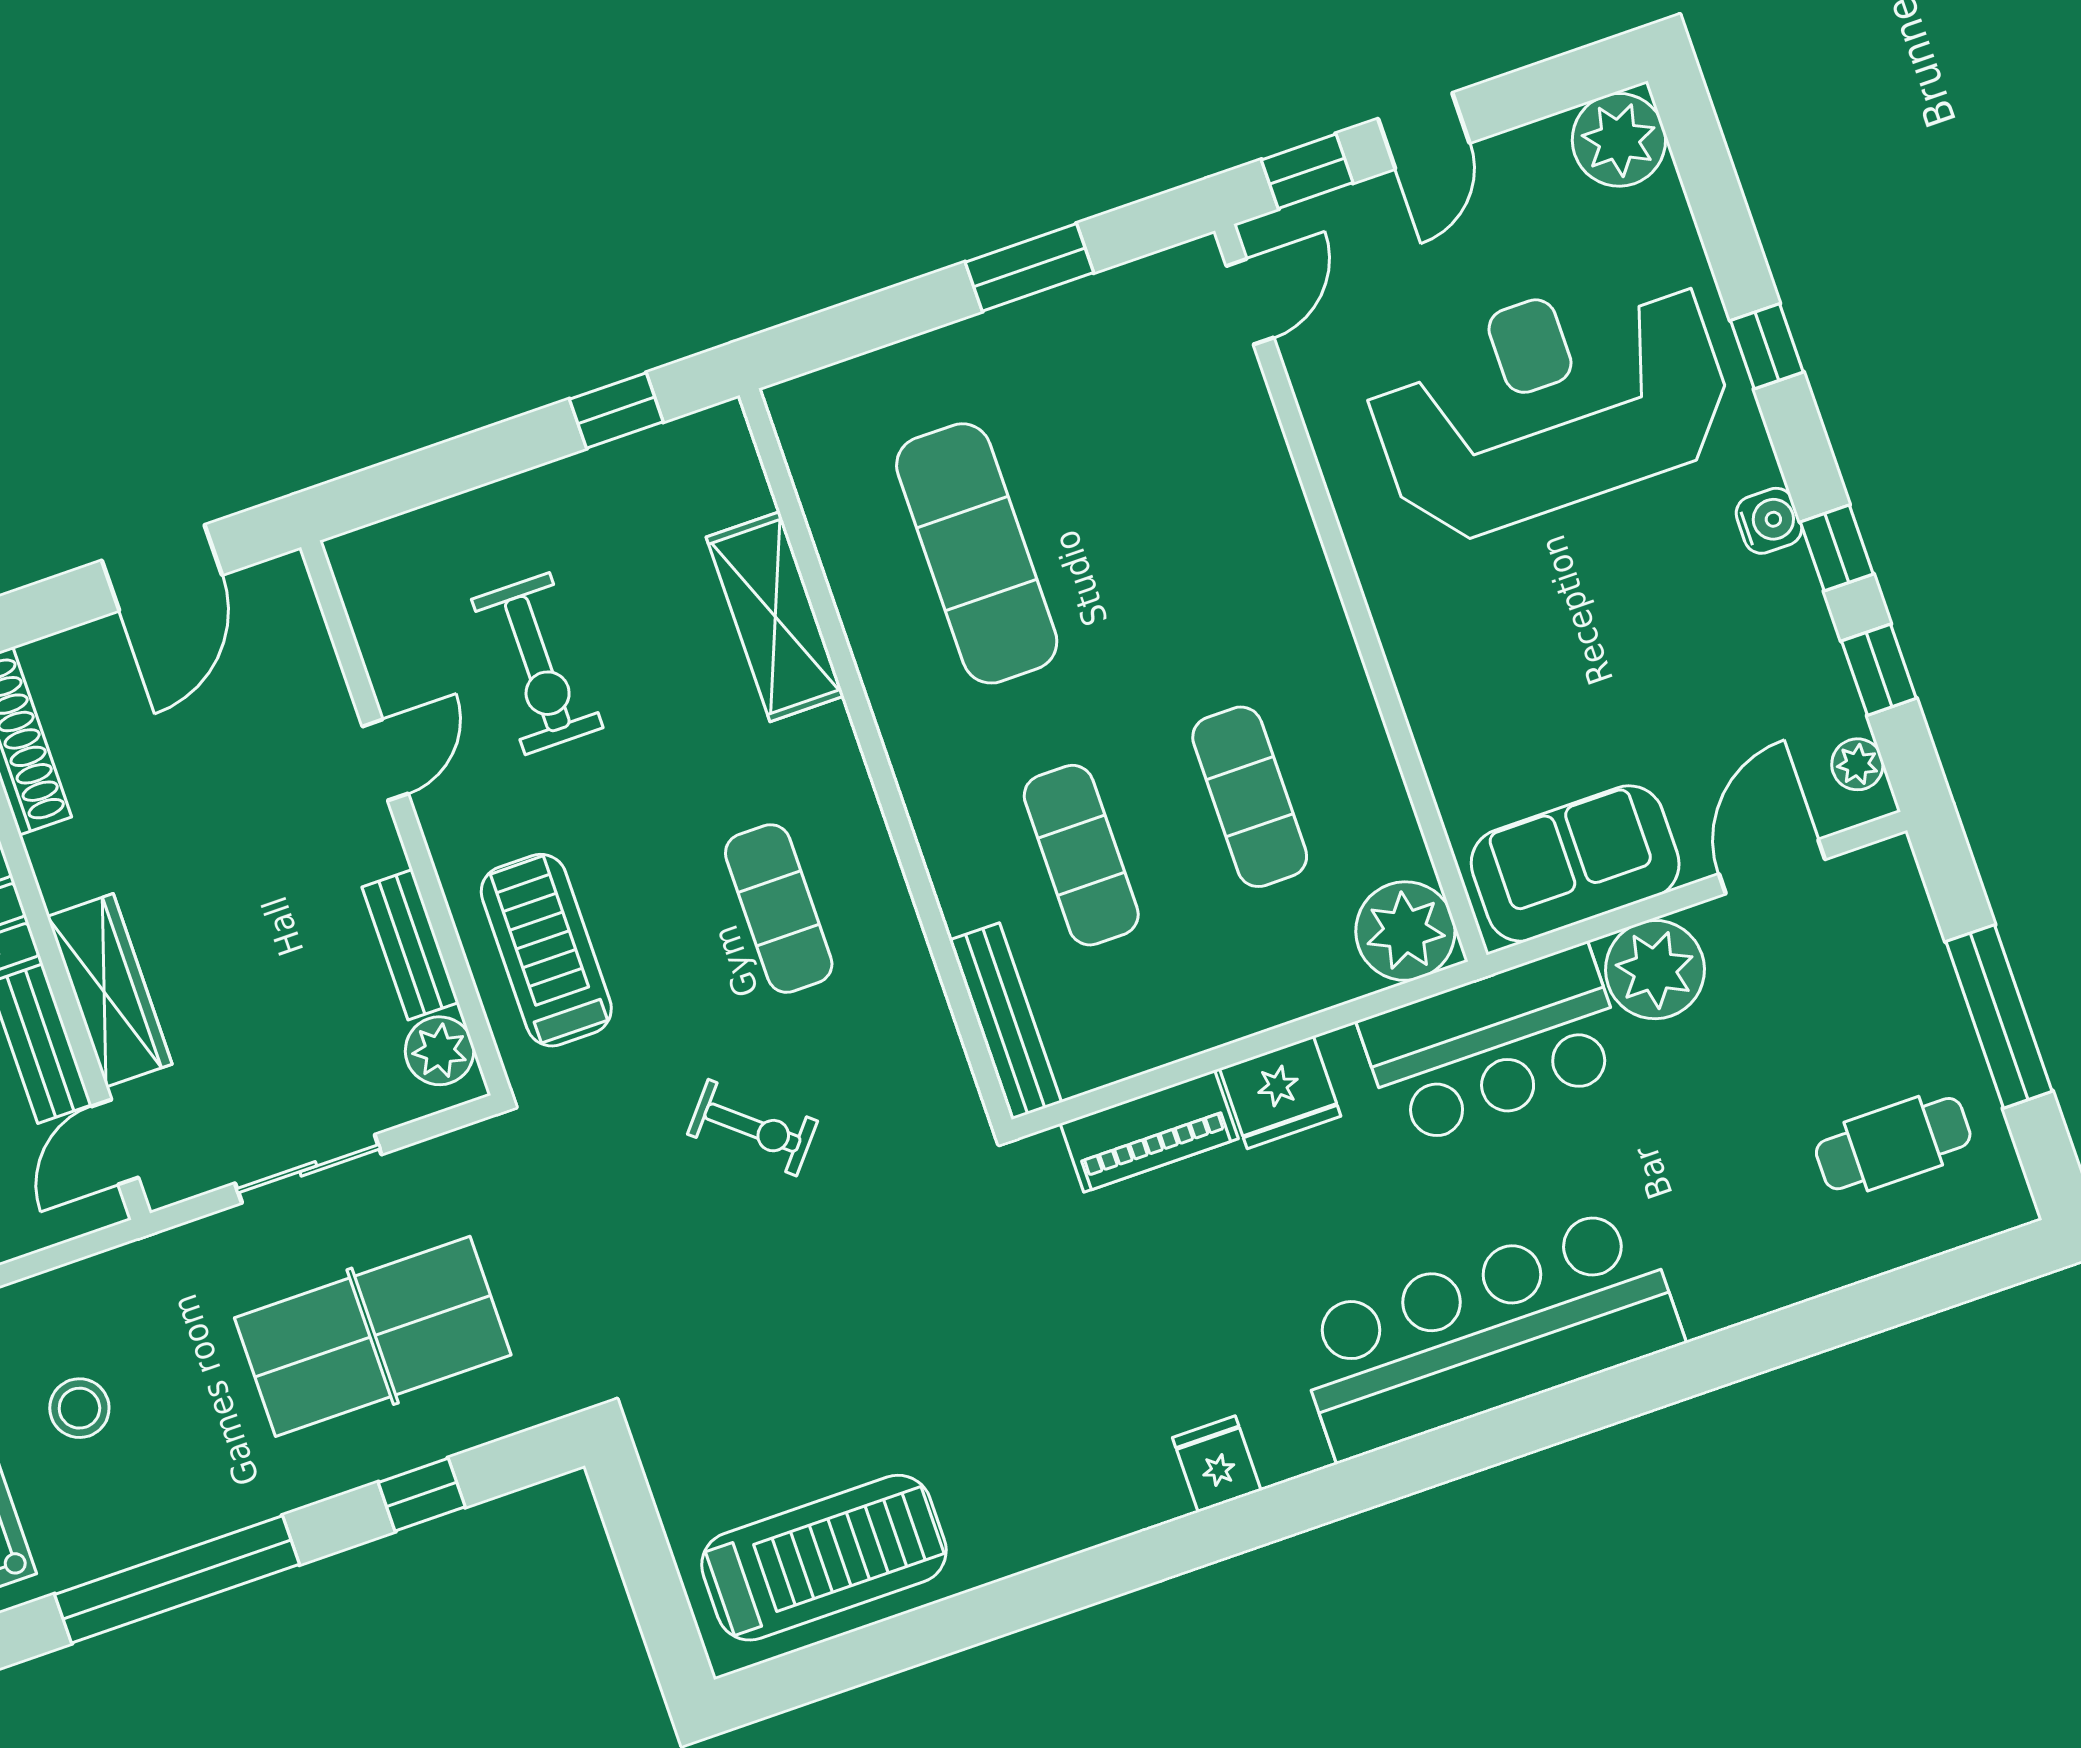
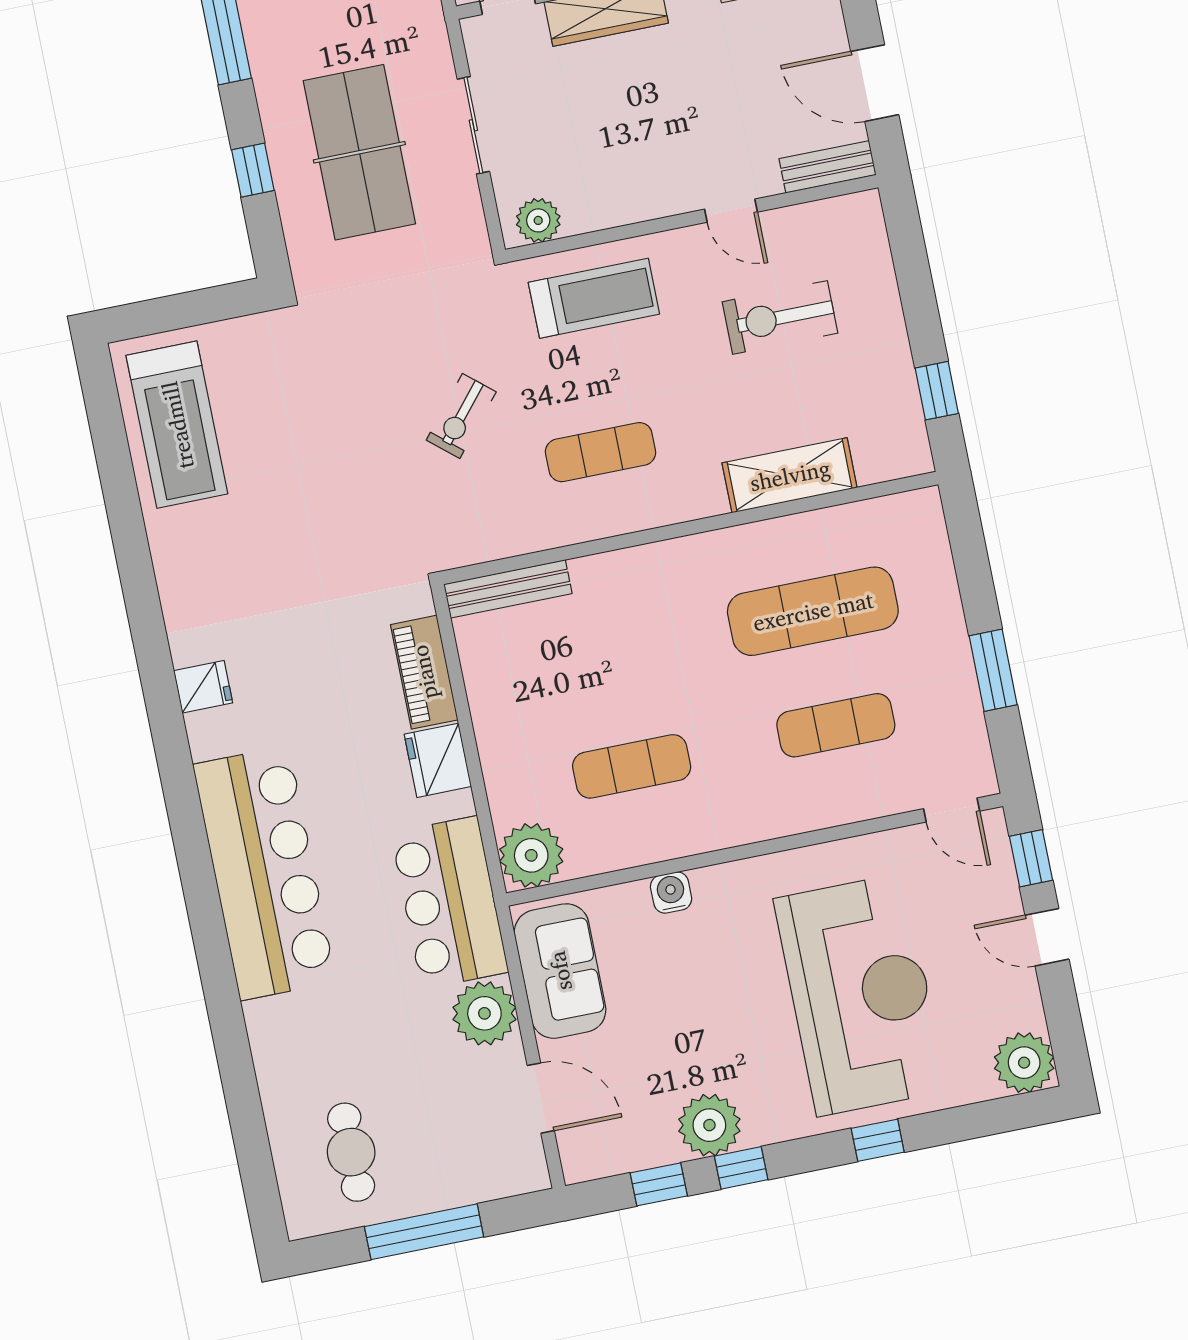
water cooler: (1769, 521) -> (671, 893), moved, turned 180
plant: (1857, 764) -> (709, 1125), moved, width x1.88, depth x1.88
exercise mat: (1081, 855) -> (836, 725), moved
bench: (410, 945) -> (828, 167), moved

